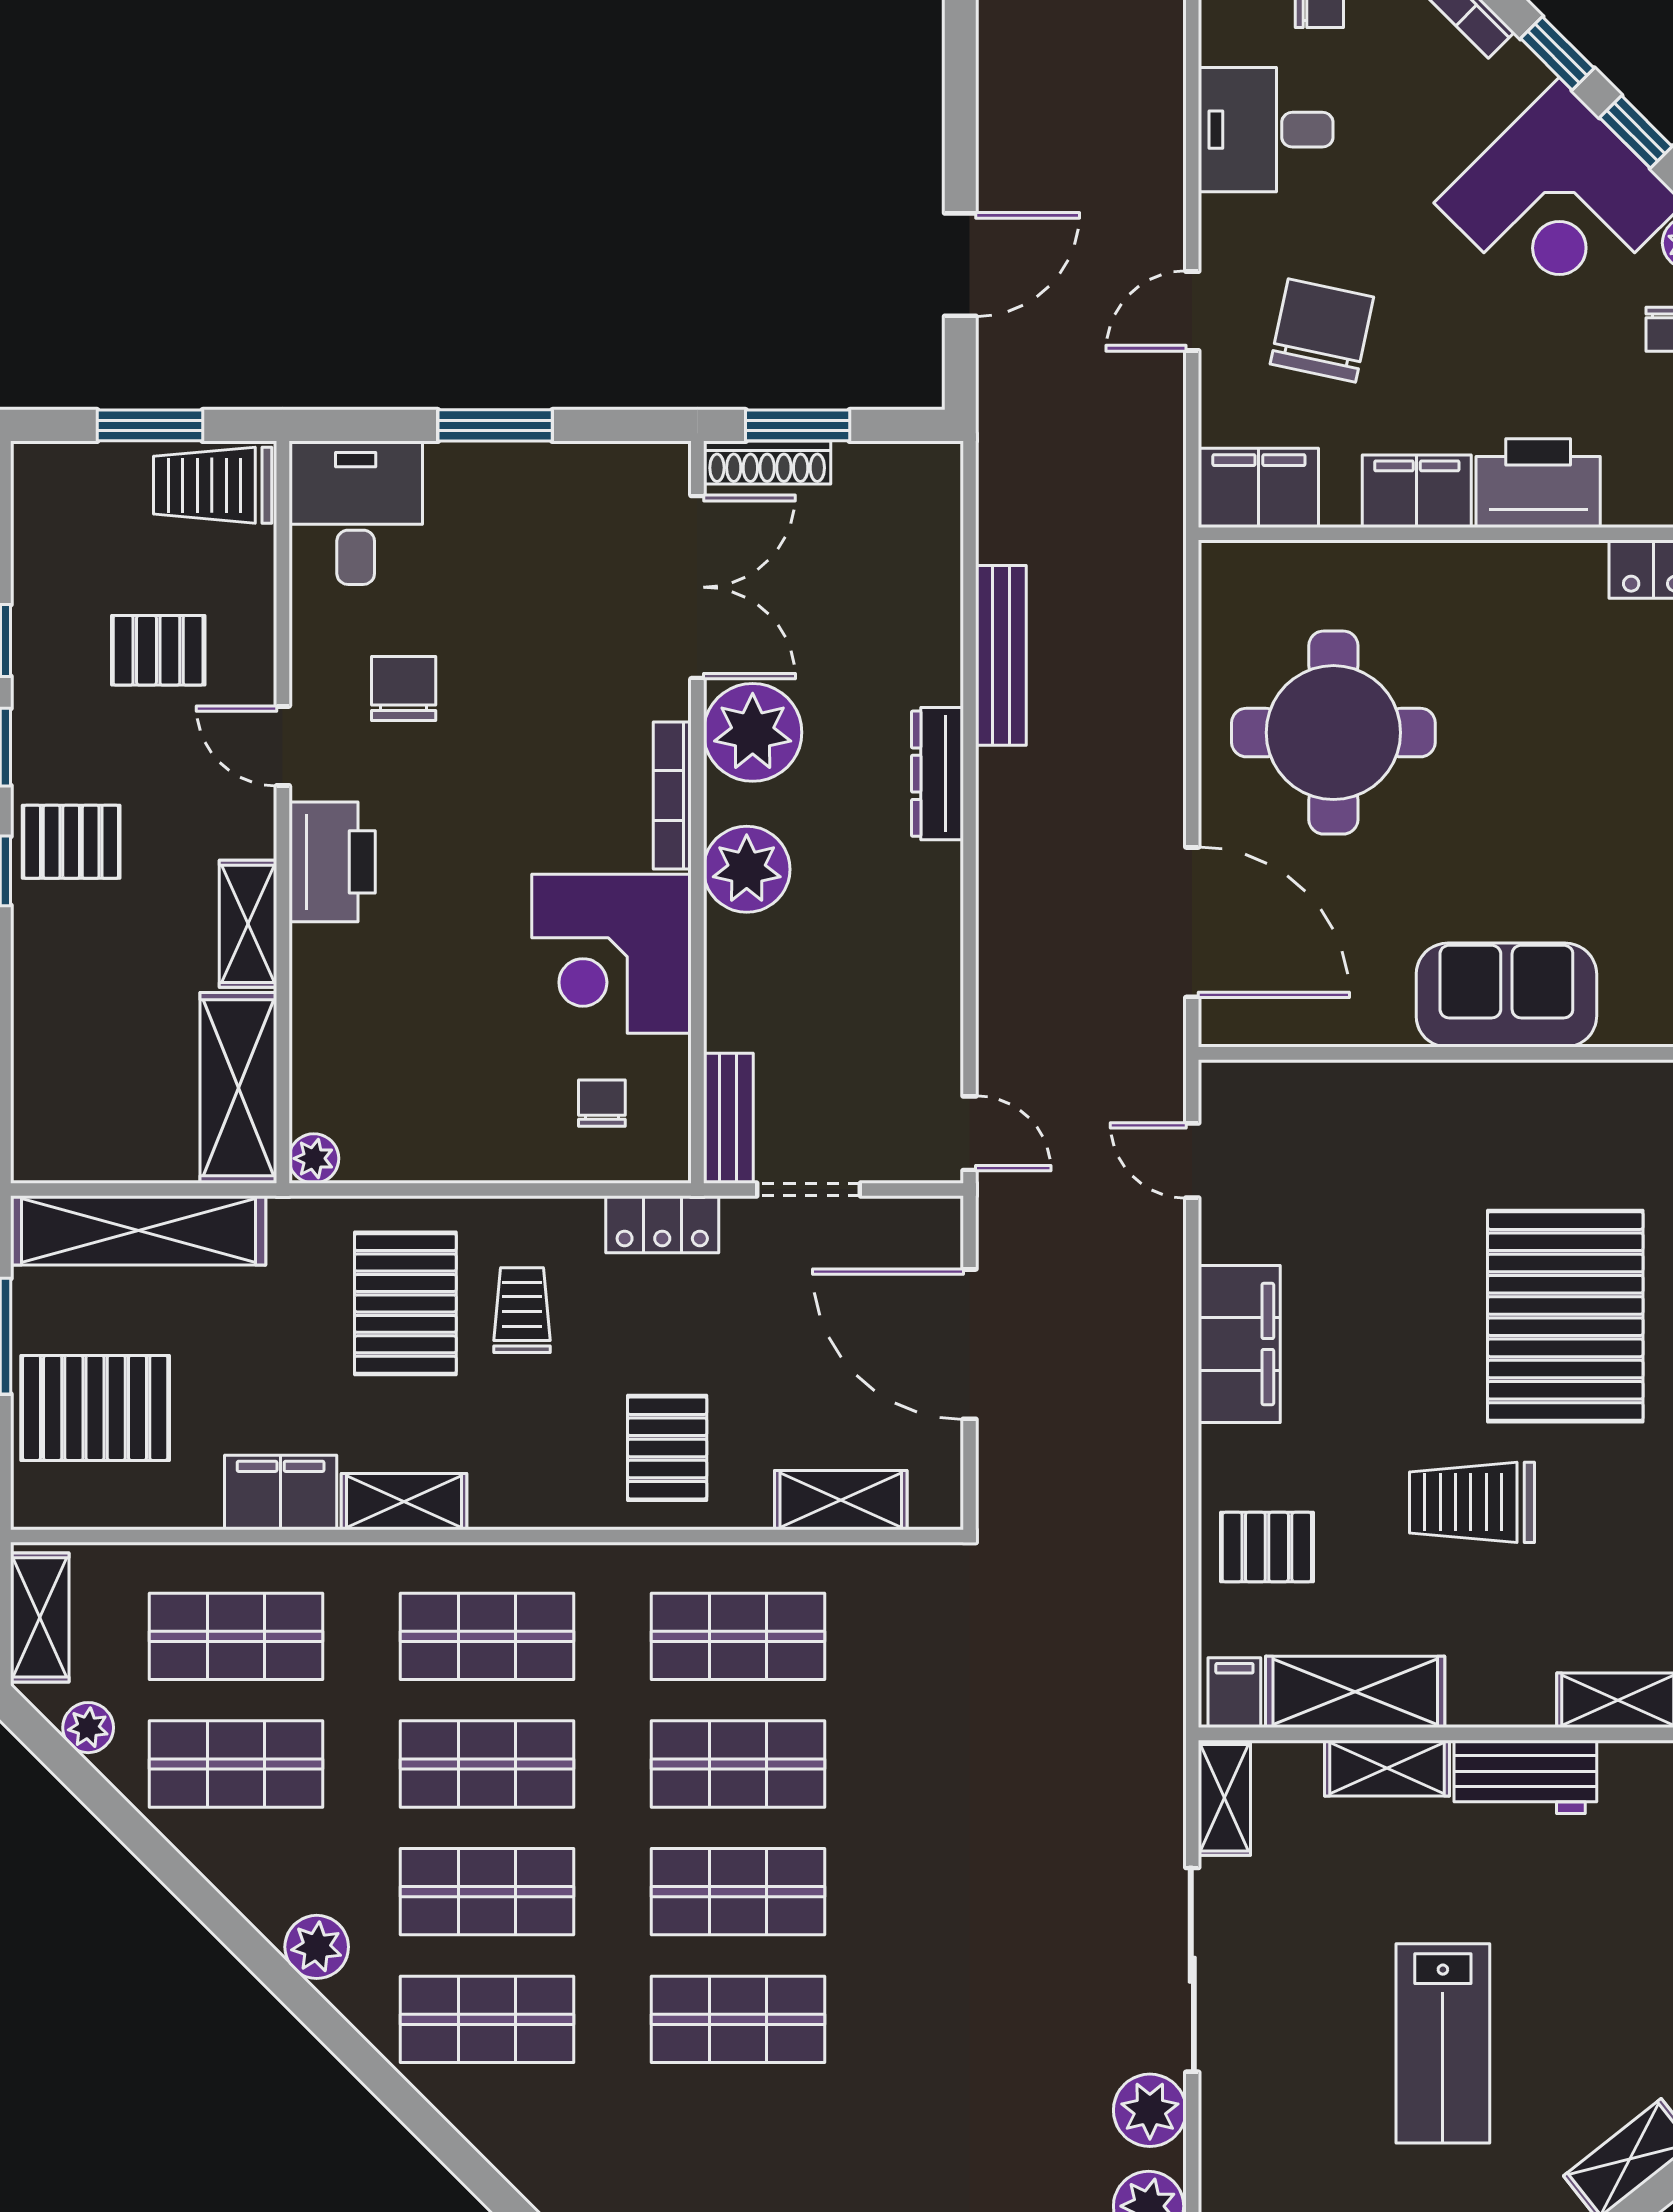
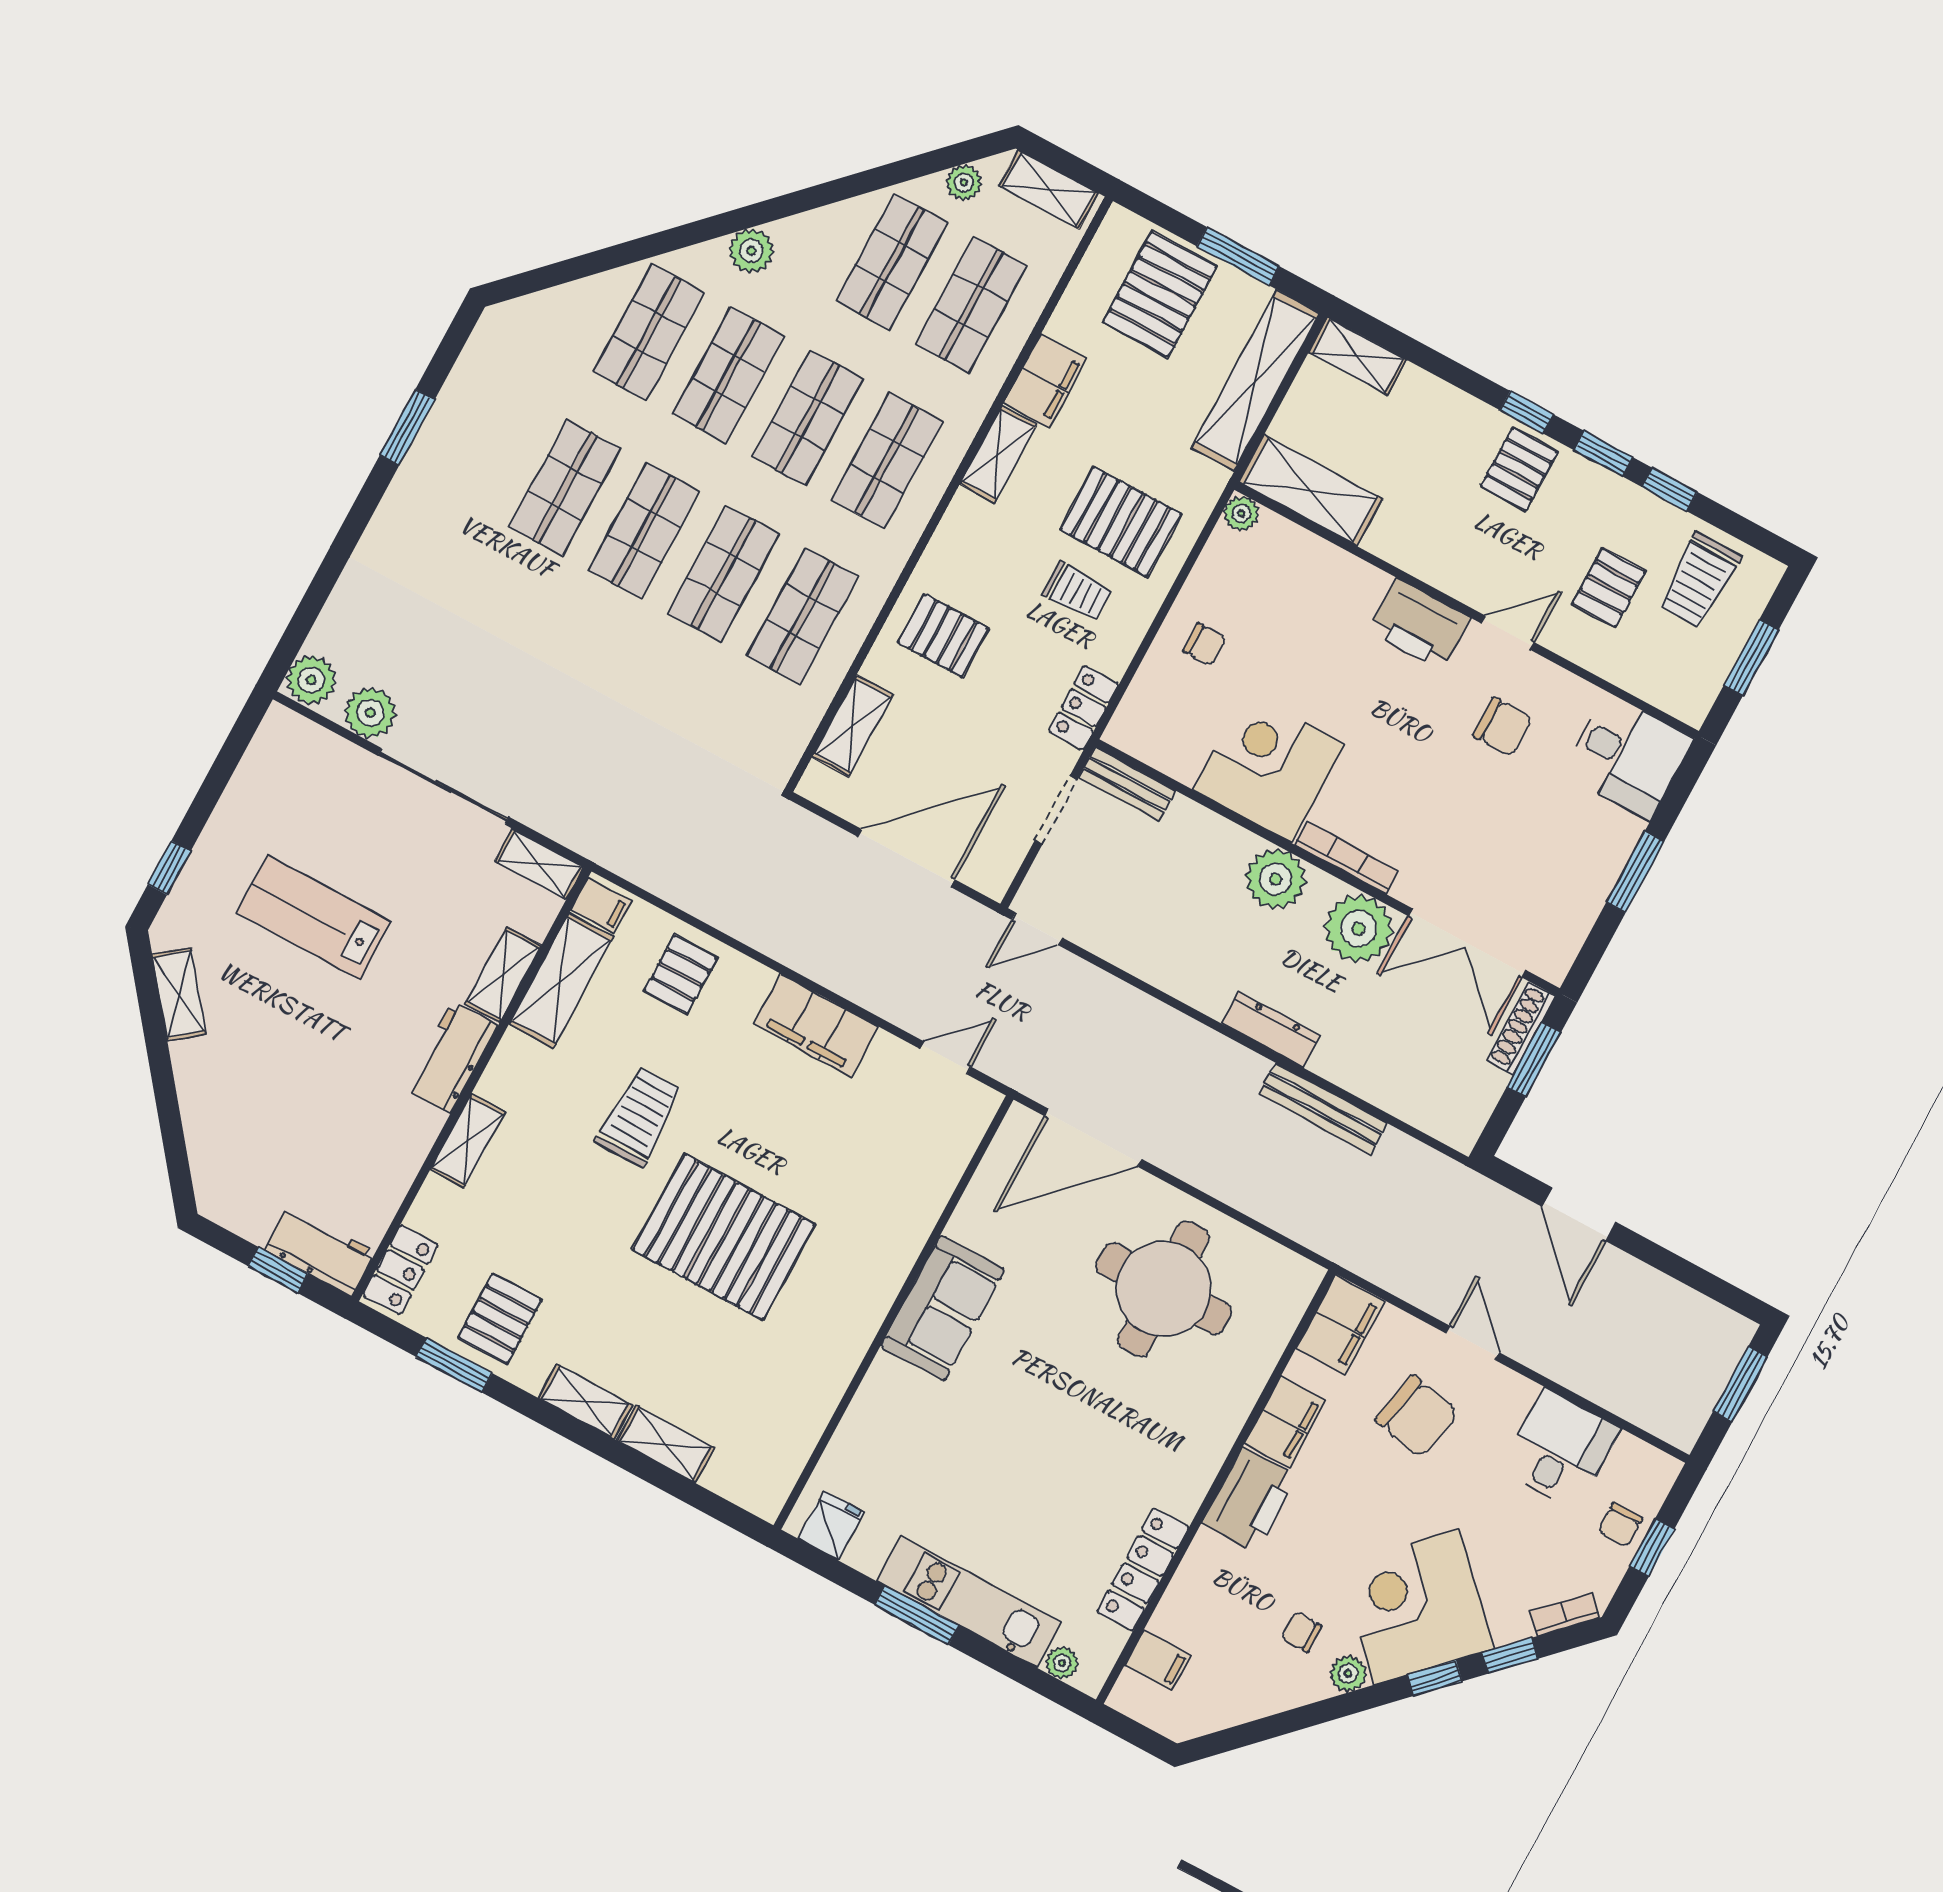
trolley: (213, 485) -> (1699, 580), moved, turned 180
shelving: (248, 924) -> (1357, 356), moved
chair: (602, 1103) -> (1205, 644), moved

